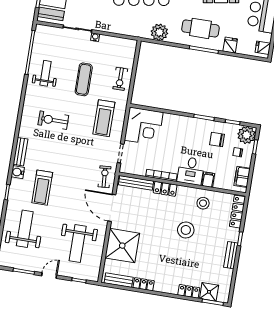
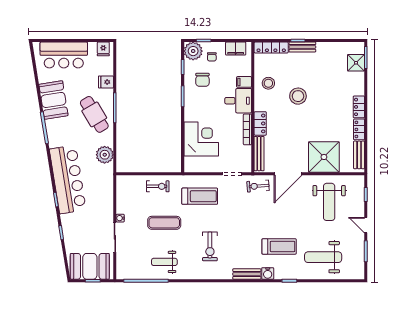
cafe table: (200, 28) -> (94, 114), turned -31
corner desk: (144, 126) -> (201, 139), moved
weight bench: (78, 243) -> (329, 202), turned 90
bench: (231, 255) -> (302, 47), moved
locker: (189, 291) -> (359, 107), moved

